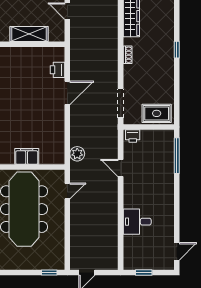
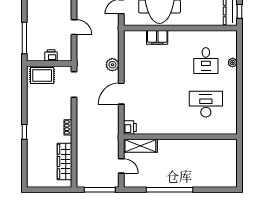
shelving: (29, 34) -> (140, 146), moved
printer: (58, 70) -> (130, 127), moved
printer: (133, 136) -> (51, 55), moved
plant: (77, 154) -> (112, 65), moved

